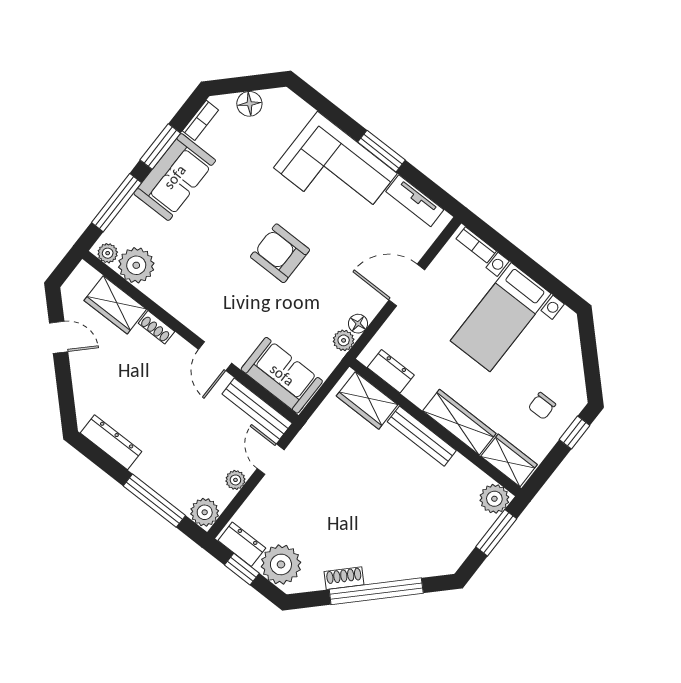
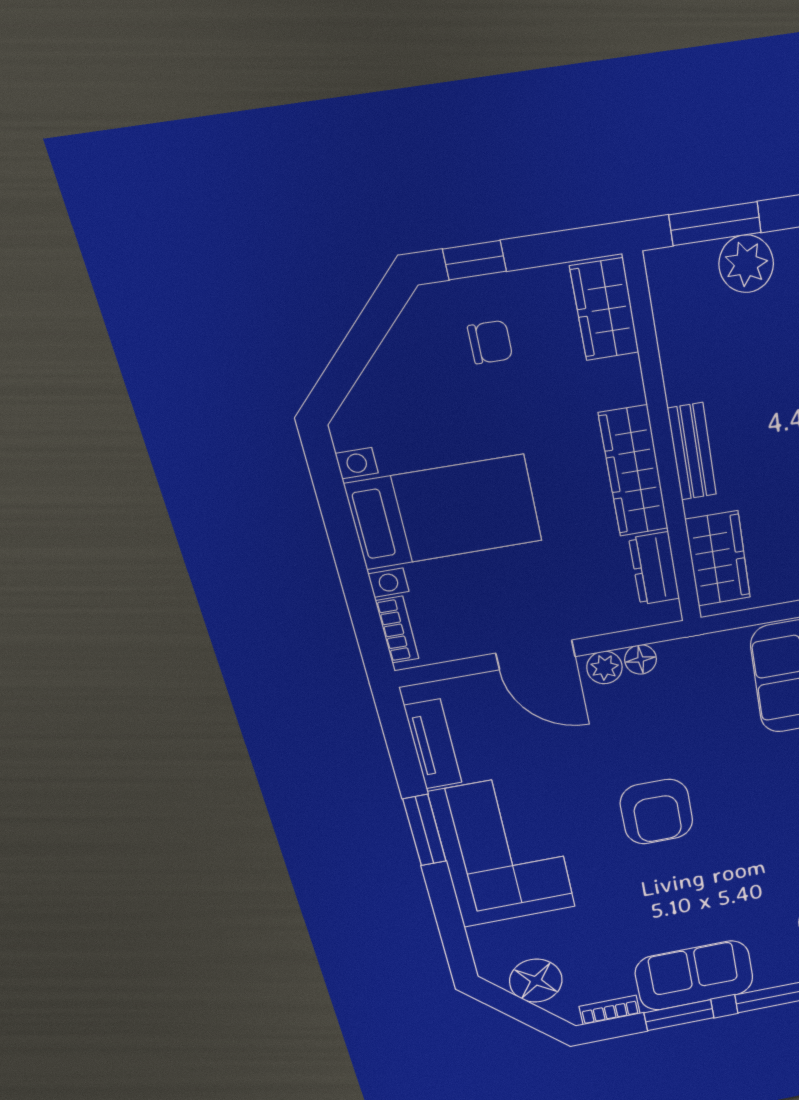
floor lamp: (249, 104) -> (536, 981), width x1.38, depth x1.38
plant: (344, 340) -> (604, 668), moved
wardrobe: (459, 422) -> (634, 471), moved
bench: (422, 436) -> (692, 452), width x0.73
plant: (494, 499) -> (746, 264), moved

